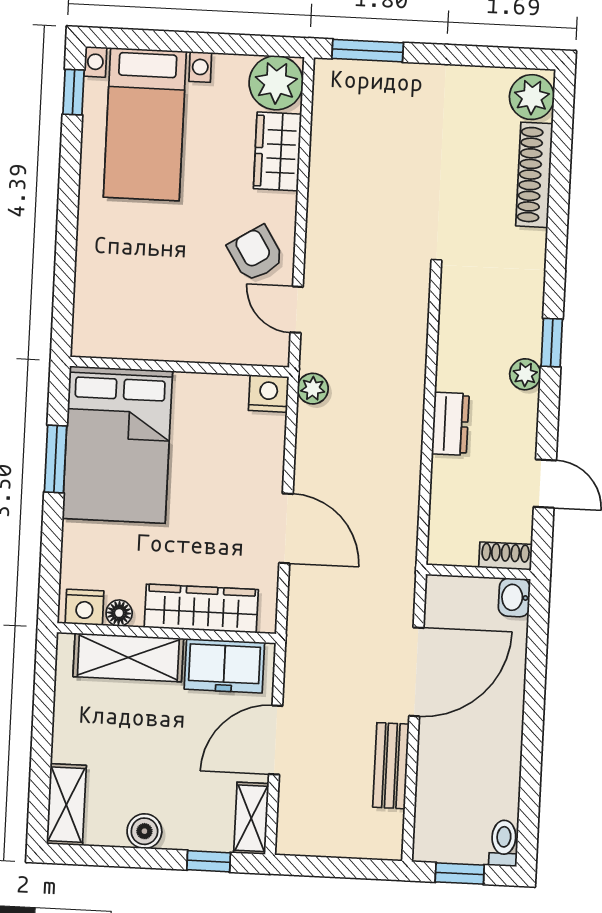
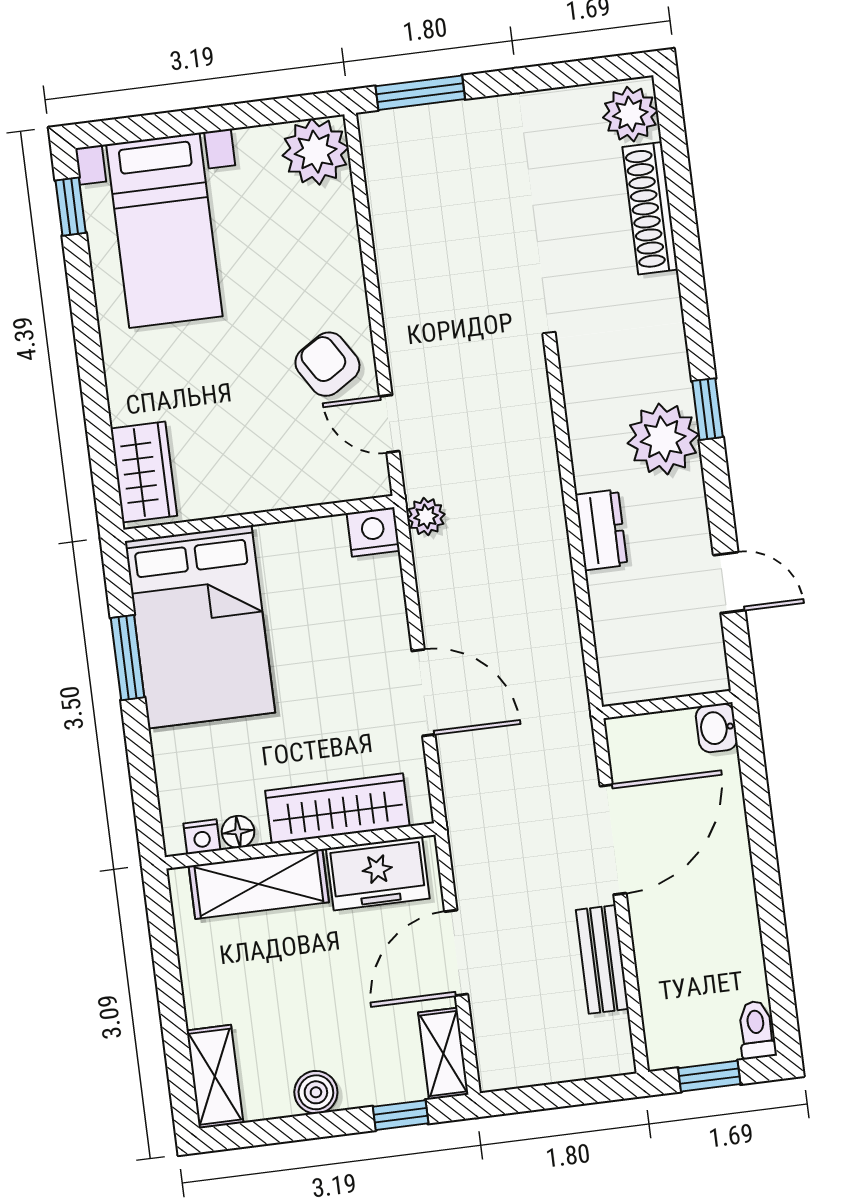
wardrobe: (278, 151) -> (144, 472), moved, turned 180
plant: (525, 374) -> (663, 439), width x1.87, depth x1.87
shoe rack: (505, 556) -> (697, 679), removed
nightstand: (85, 607) -> (202, 837), width x0.72, depth x0.74

